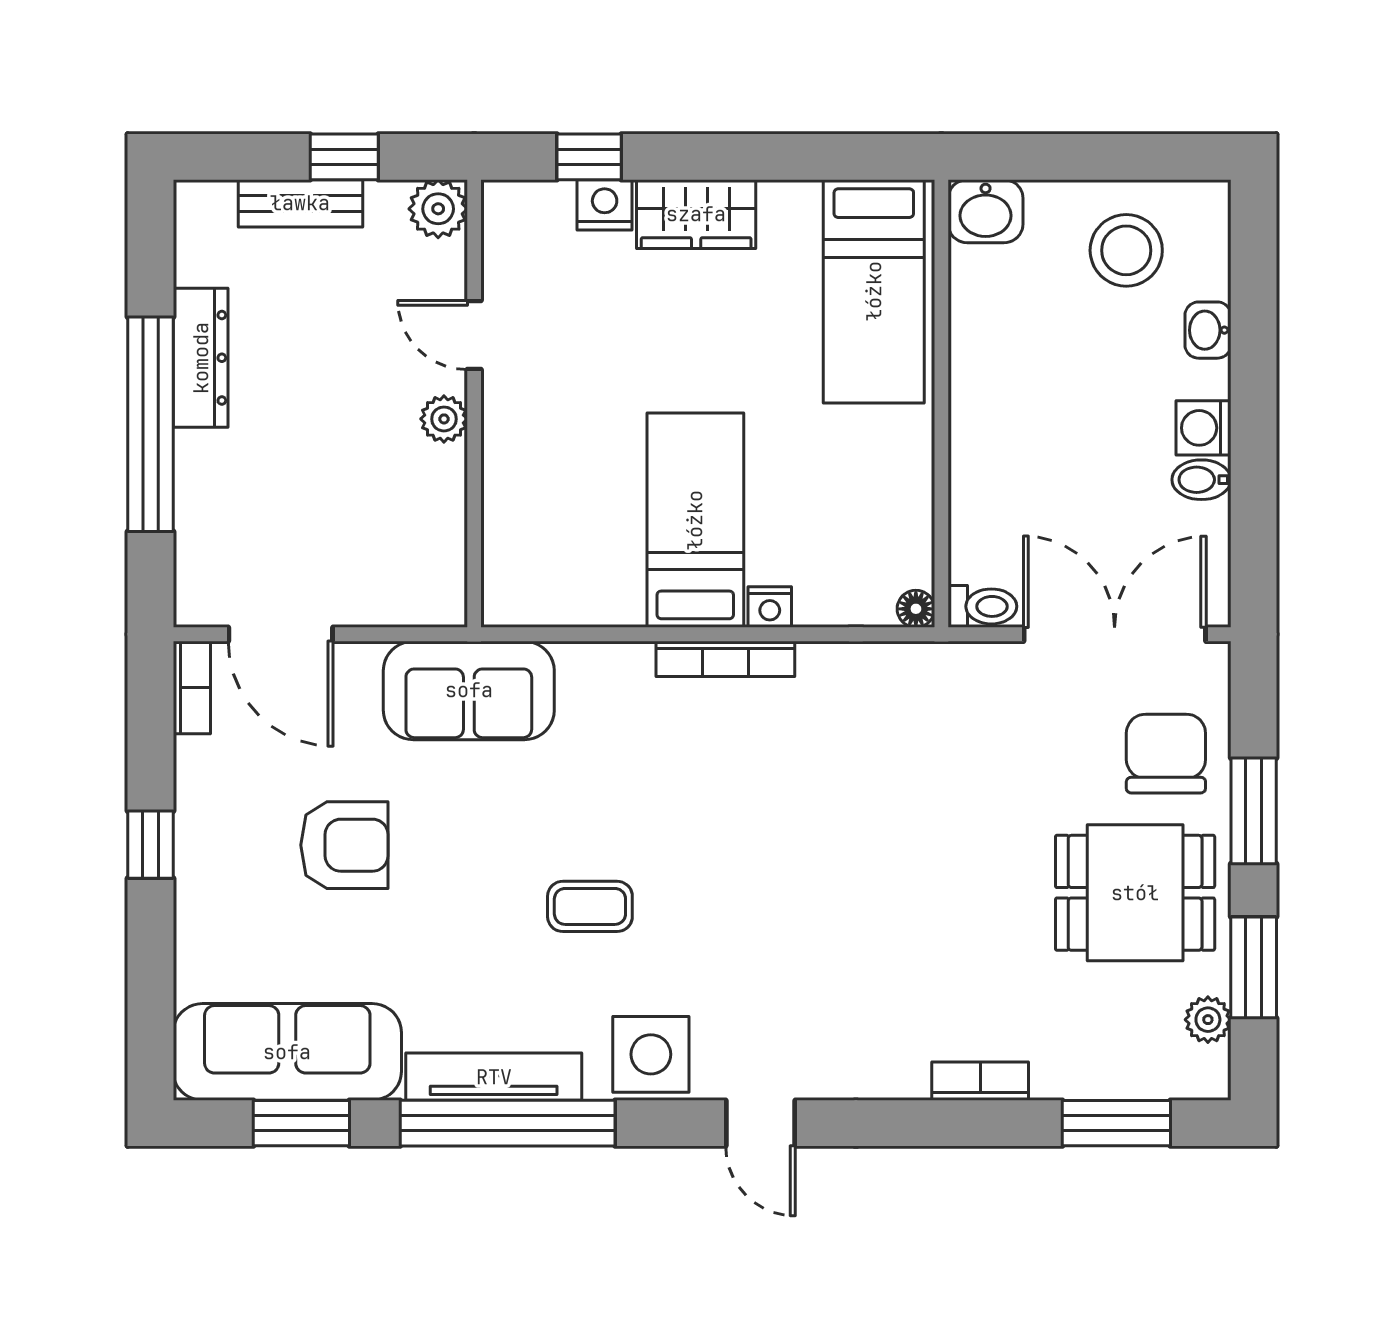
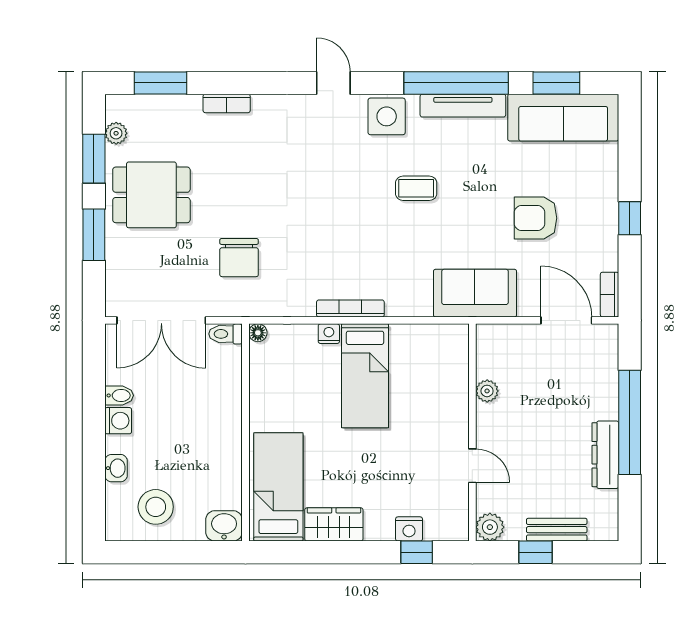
wardrobe: (696, 214) -> (334, 524), moved
plant: (444, 419) -> (487, 391), moved
chair: (1166, 754) -> (239, 258), moved

